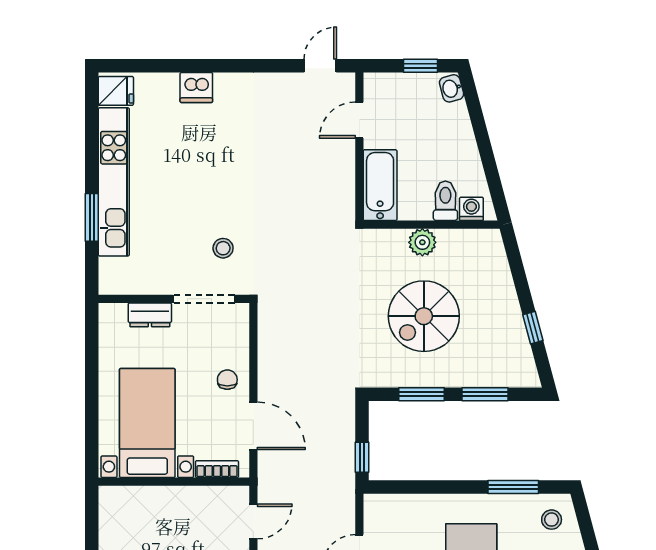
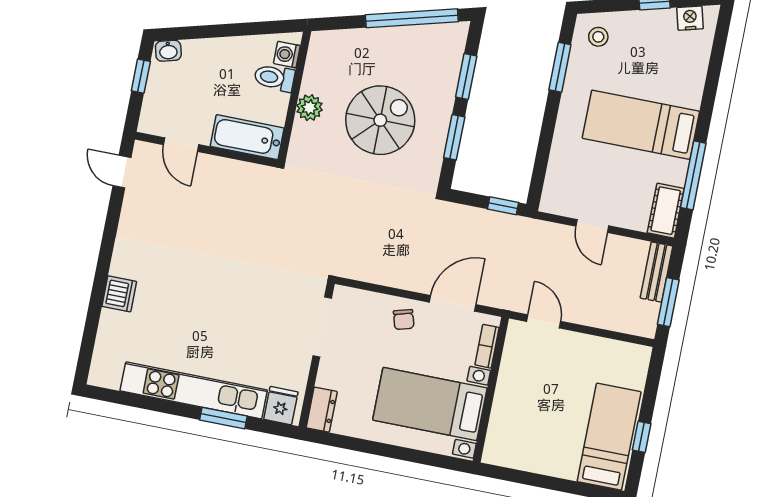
fridge: (116, 91) -> (281, 406), moved
stool: (223, 248) -> (278, 299), removed
dresser: (150, 315) -> (322, 410), moved
spiral stairs: (424, 316) -> (380, 120), turned -90
window: (533, 328) -> (412, 18), width x3.17
chair: (227, 380) -> (404, 320), turned -106

